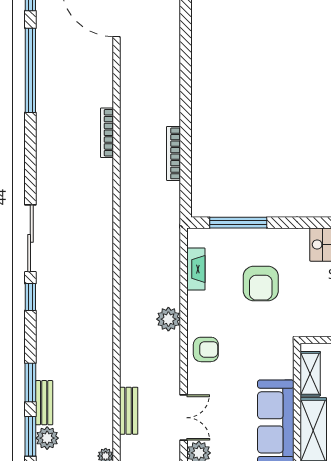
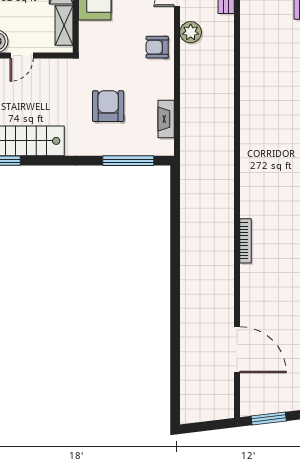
bookcase: (174, 153) -> (186, 222), removed
plant: (168, 319) -> (191, 32), moved

